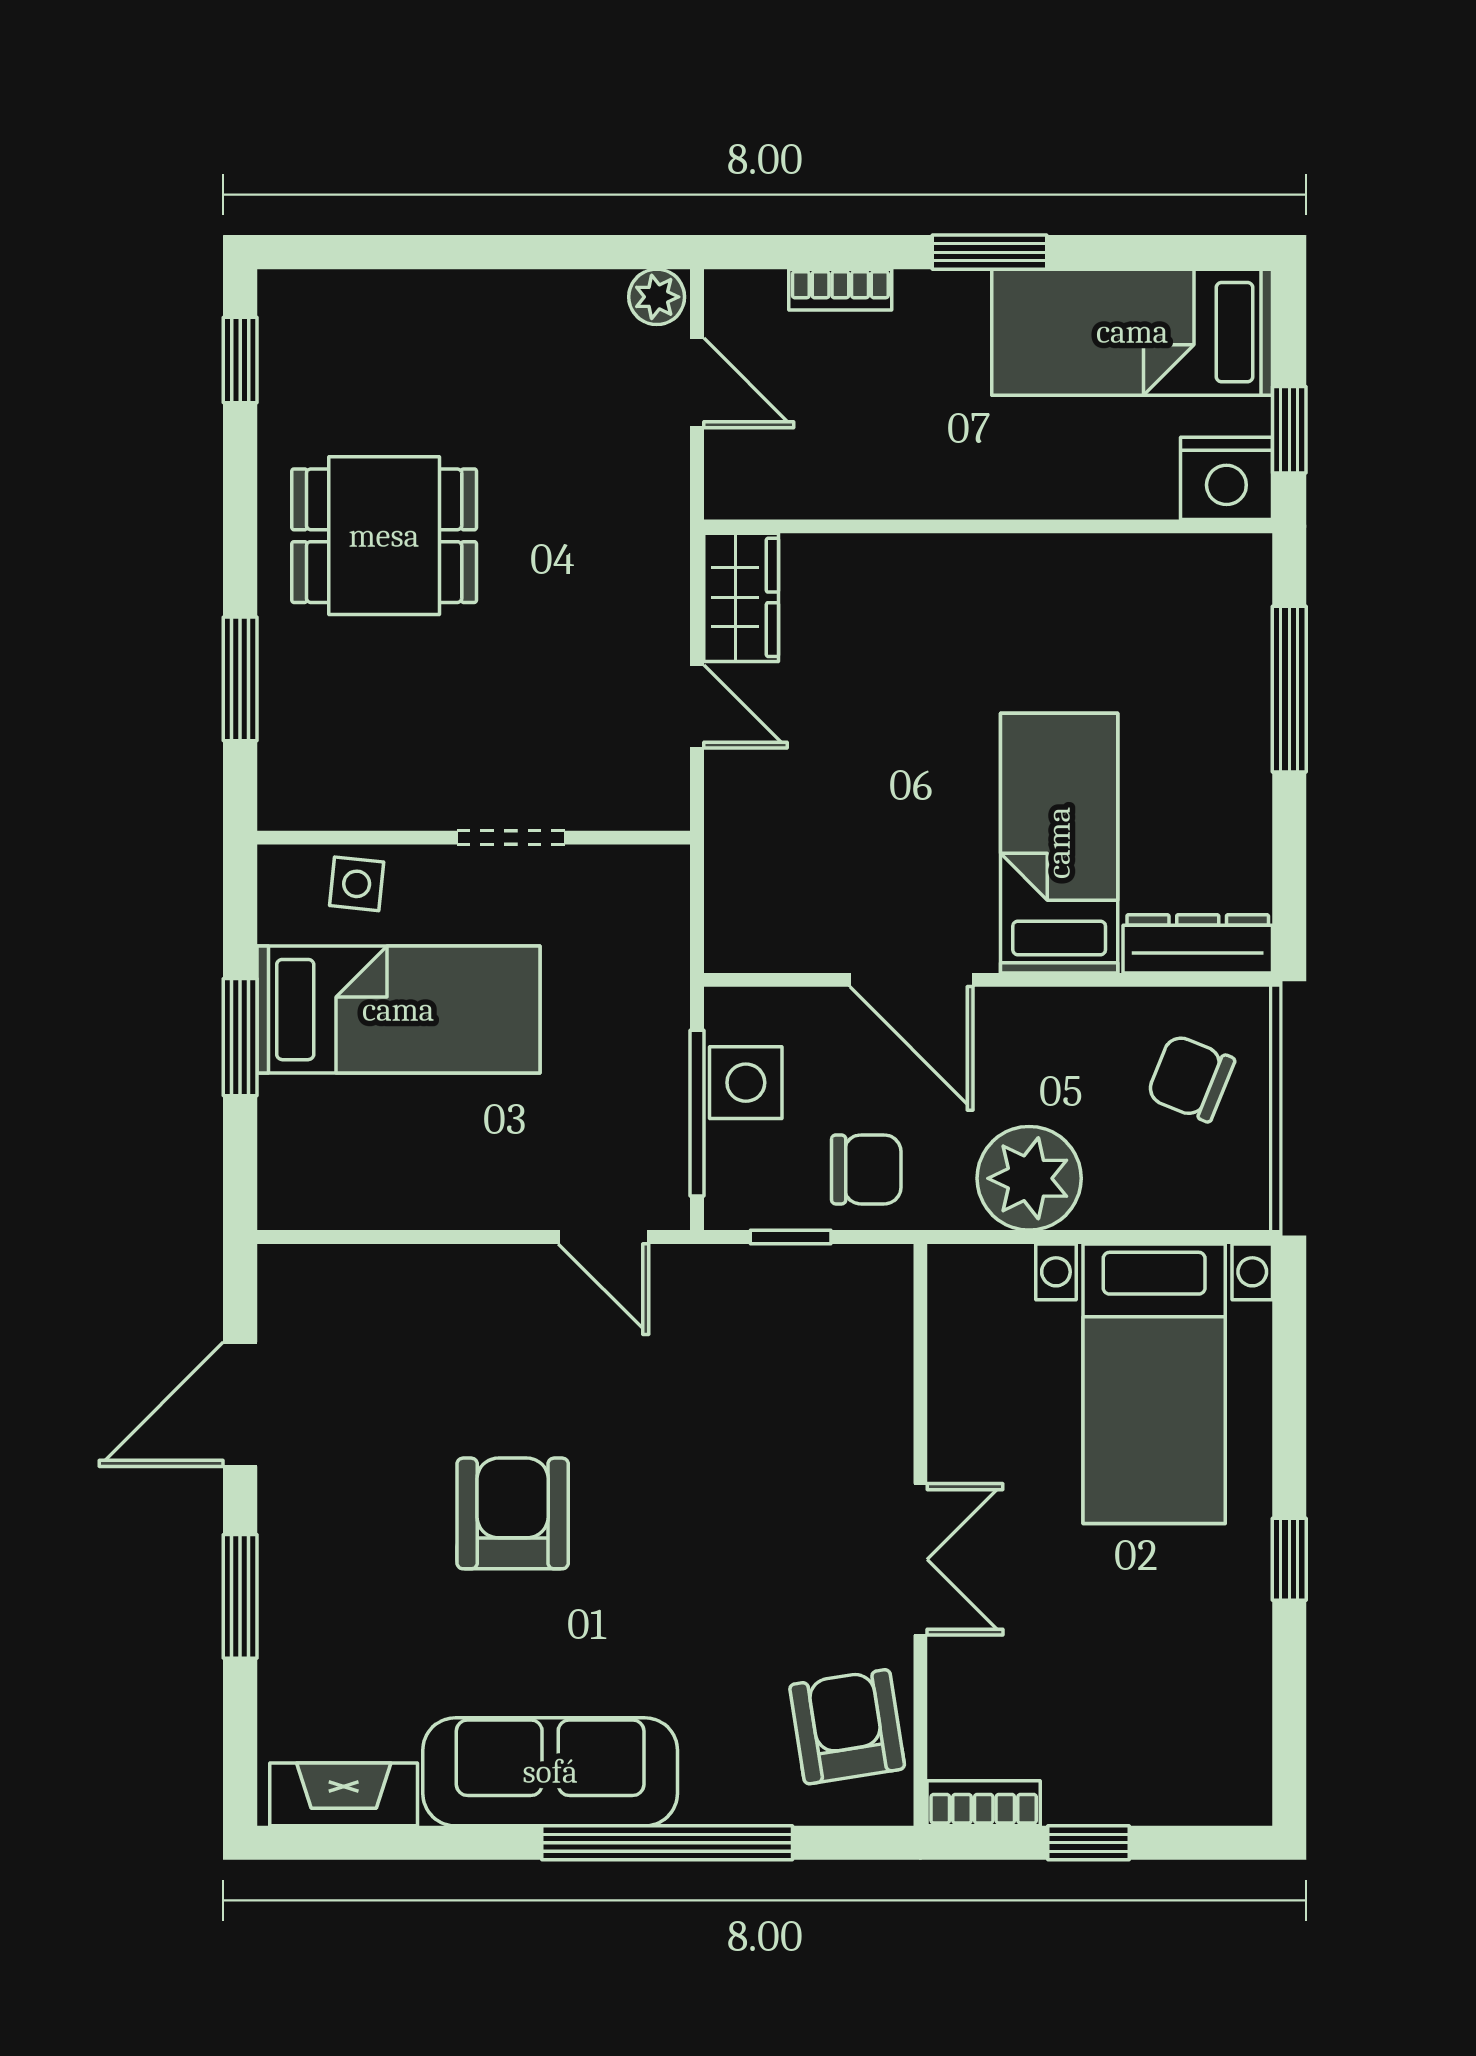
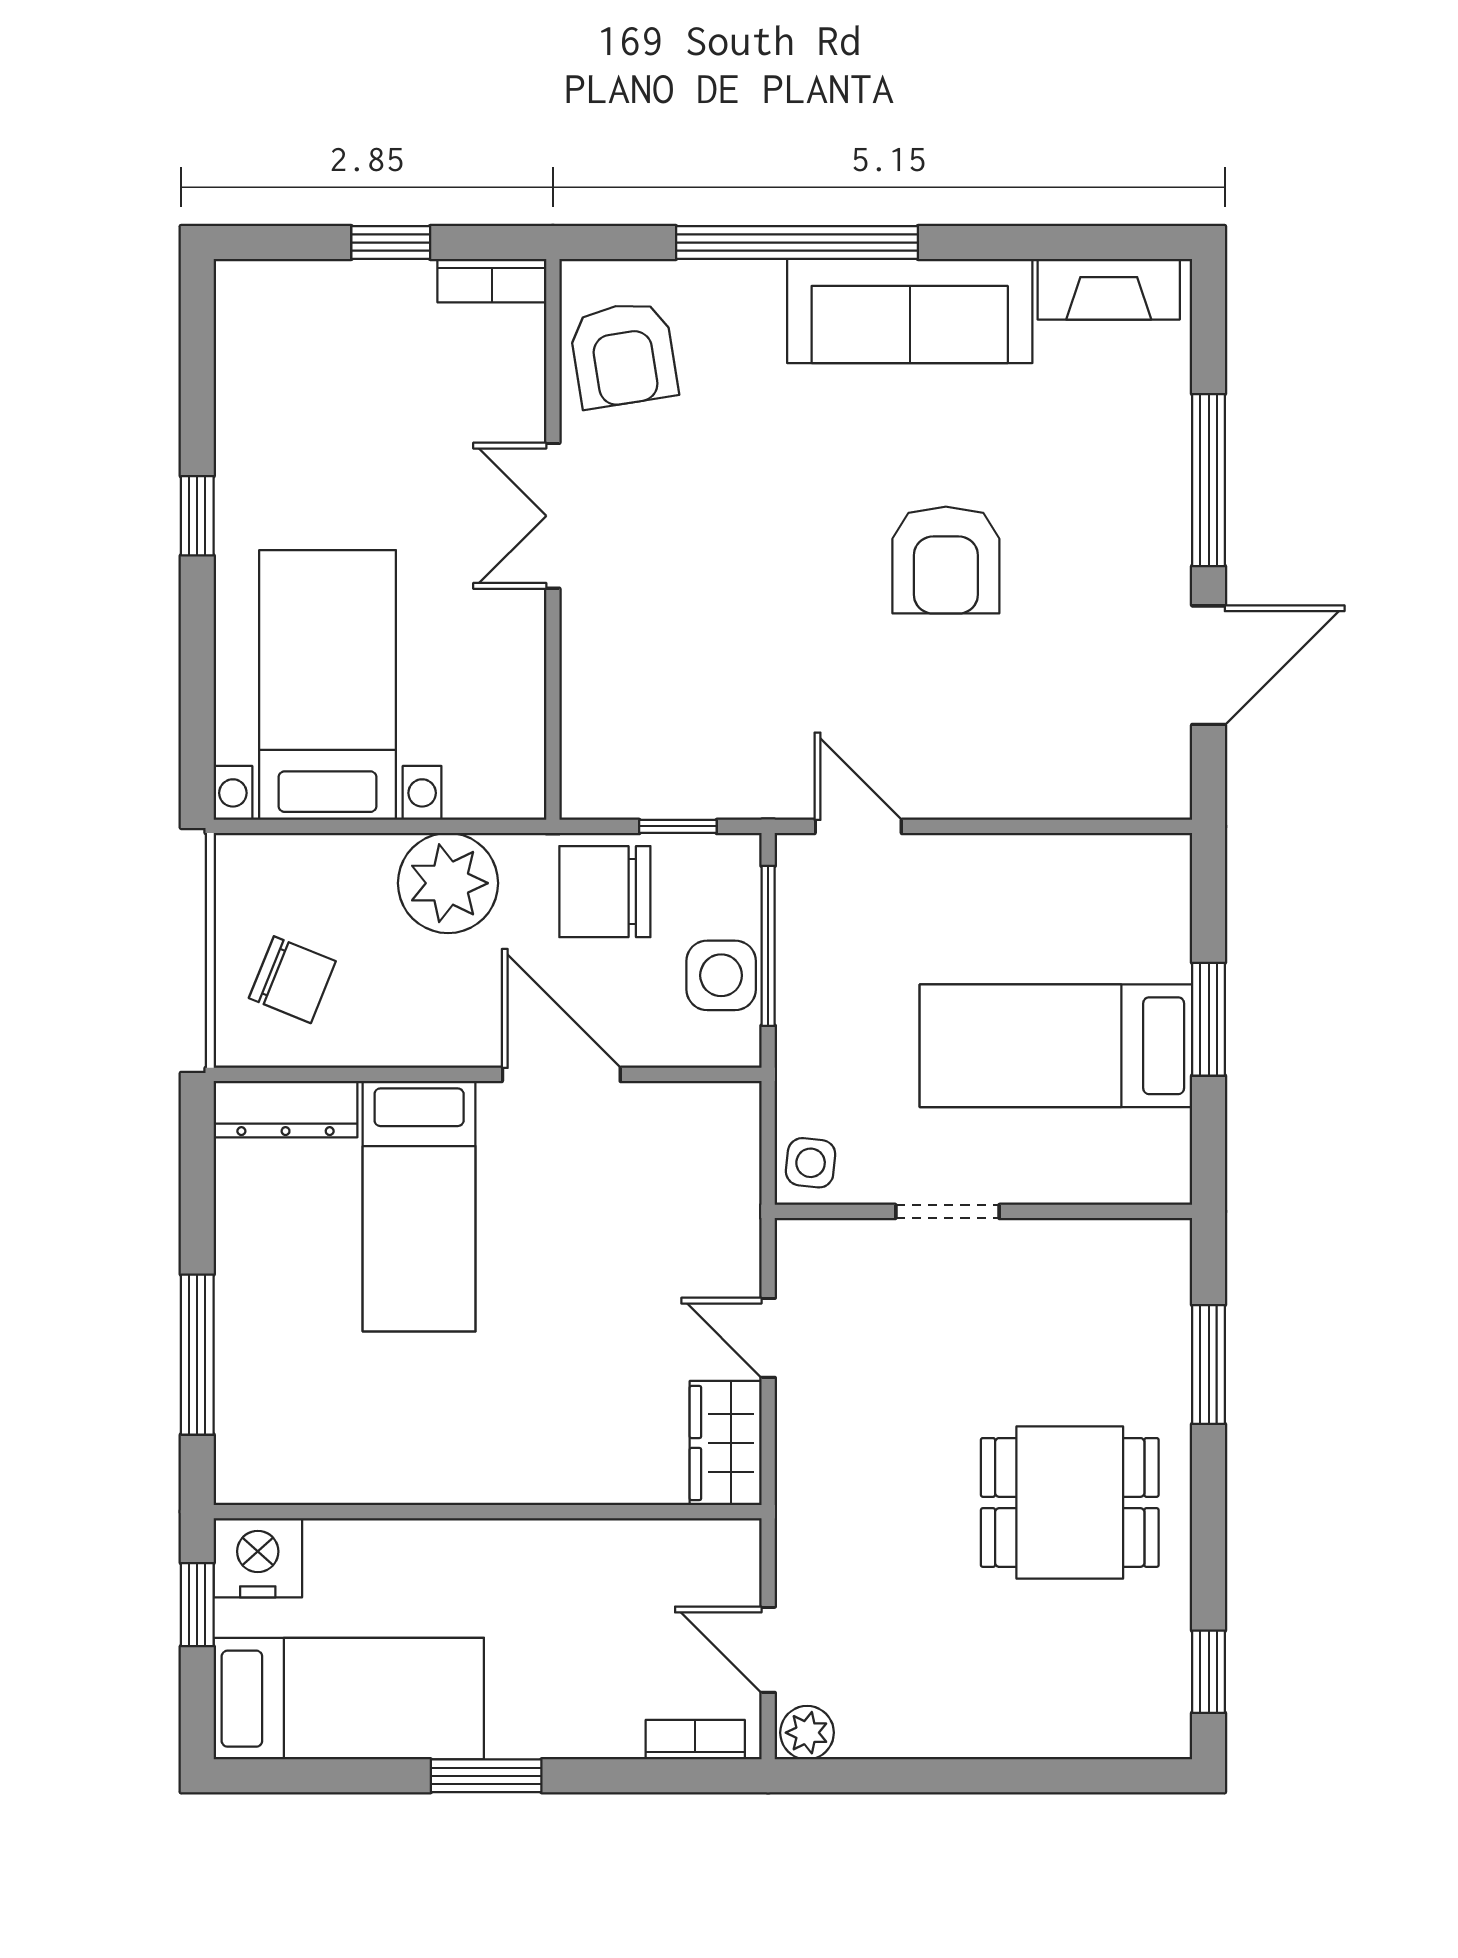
bookcase: (840, 290) -> (695, 1740), moved
side table: (357, 884) -> (811, 1163), moved
chair: (866, 1169) -> (605, 892), width x1.37, depth x1.37
window: (240, 1596) -> (1209, 480), width x1.44

